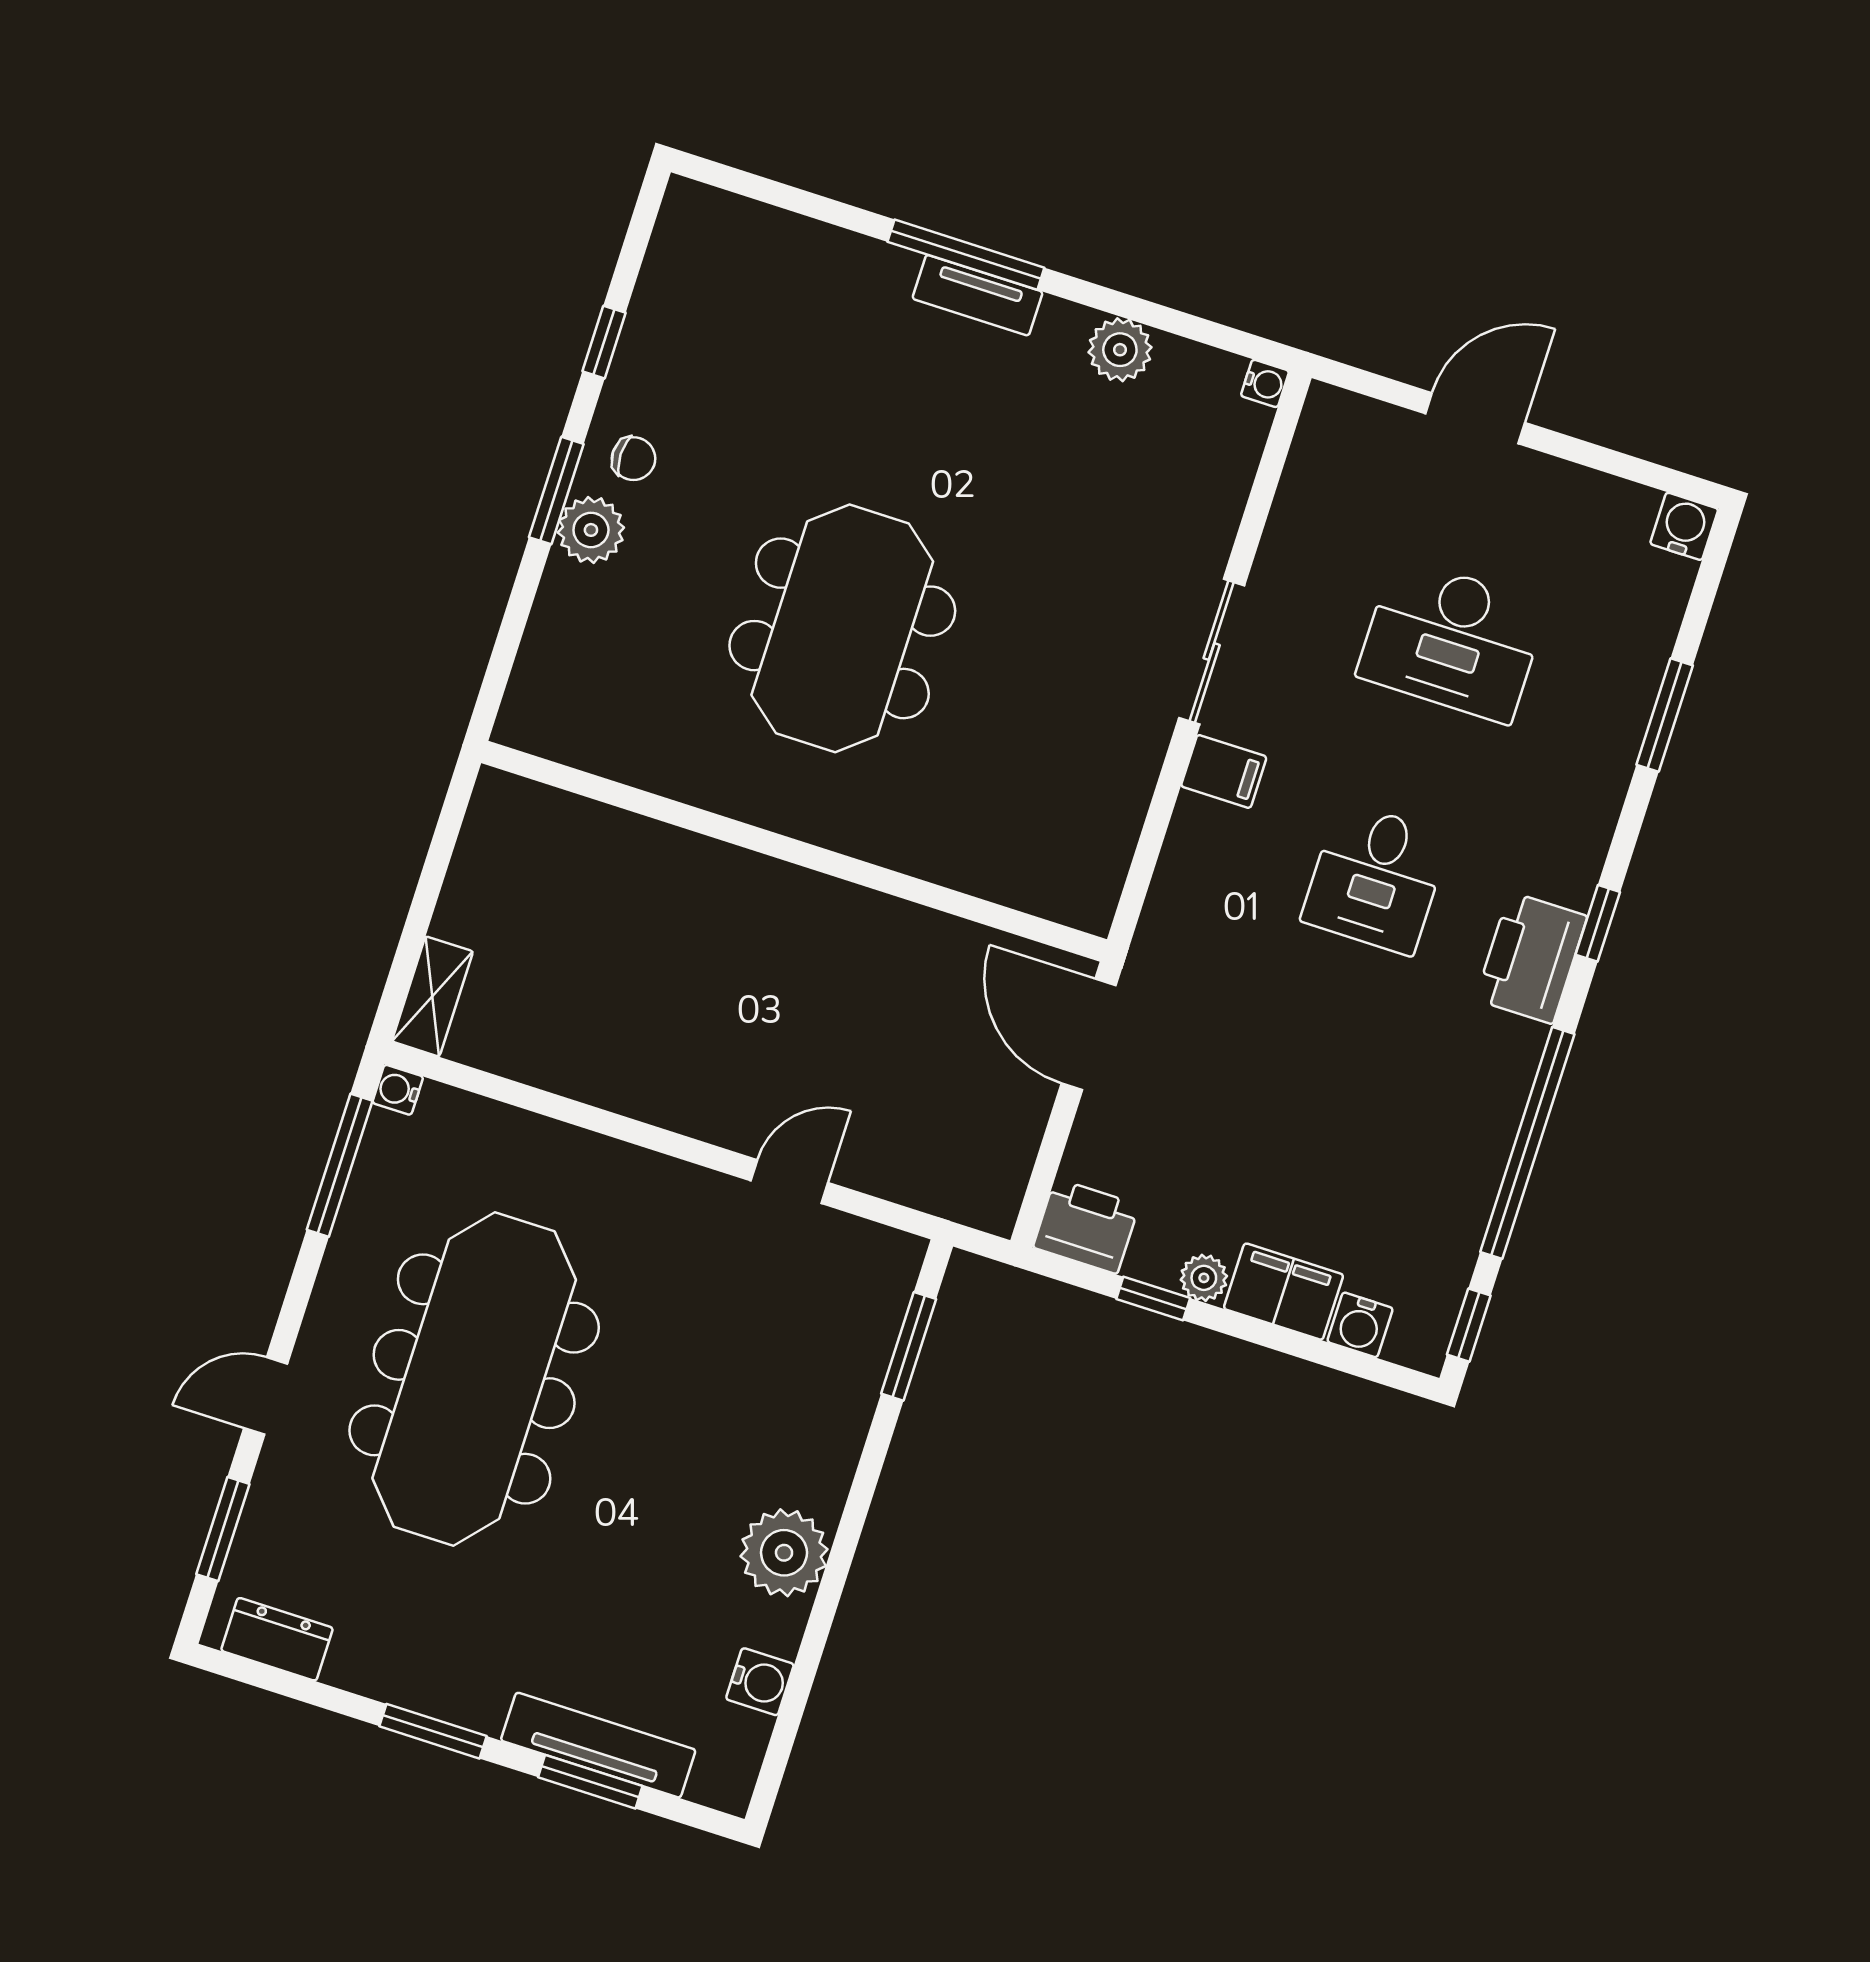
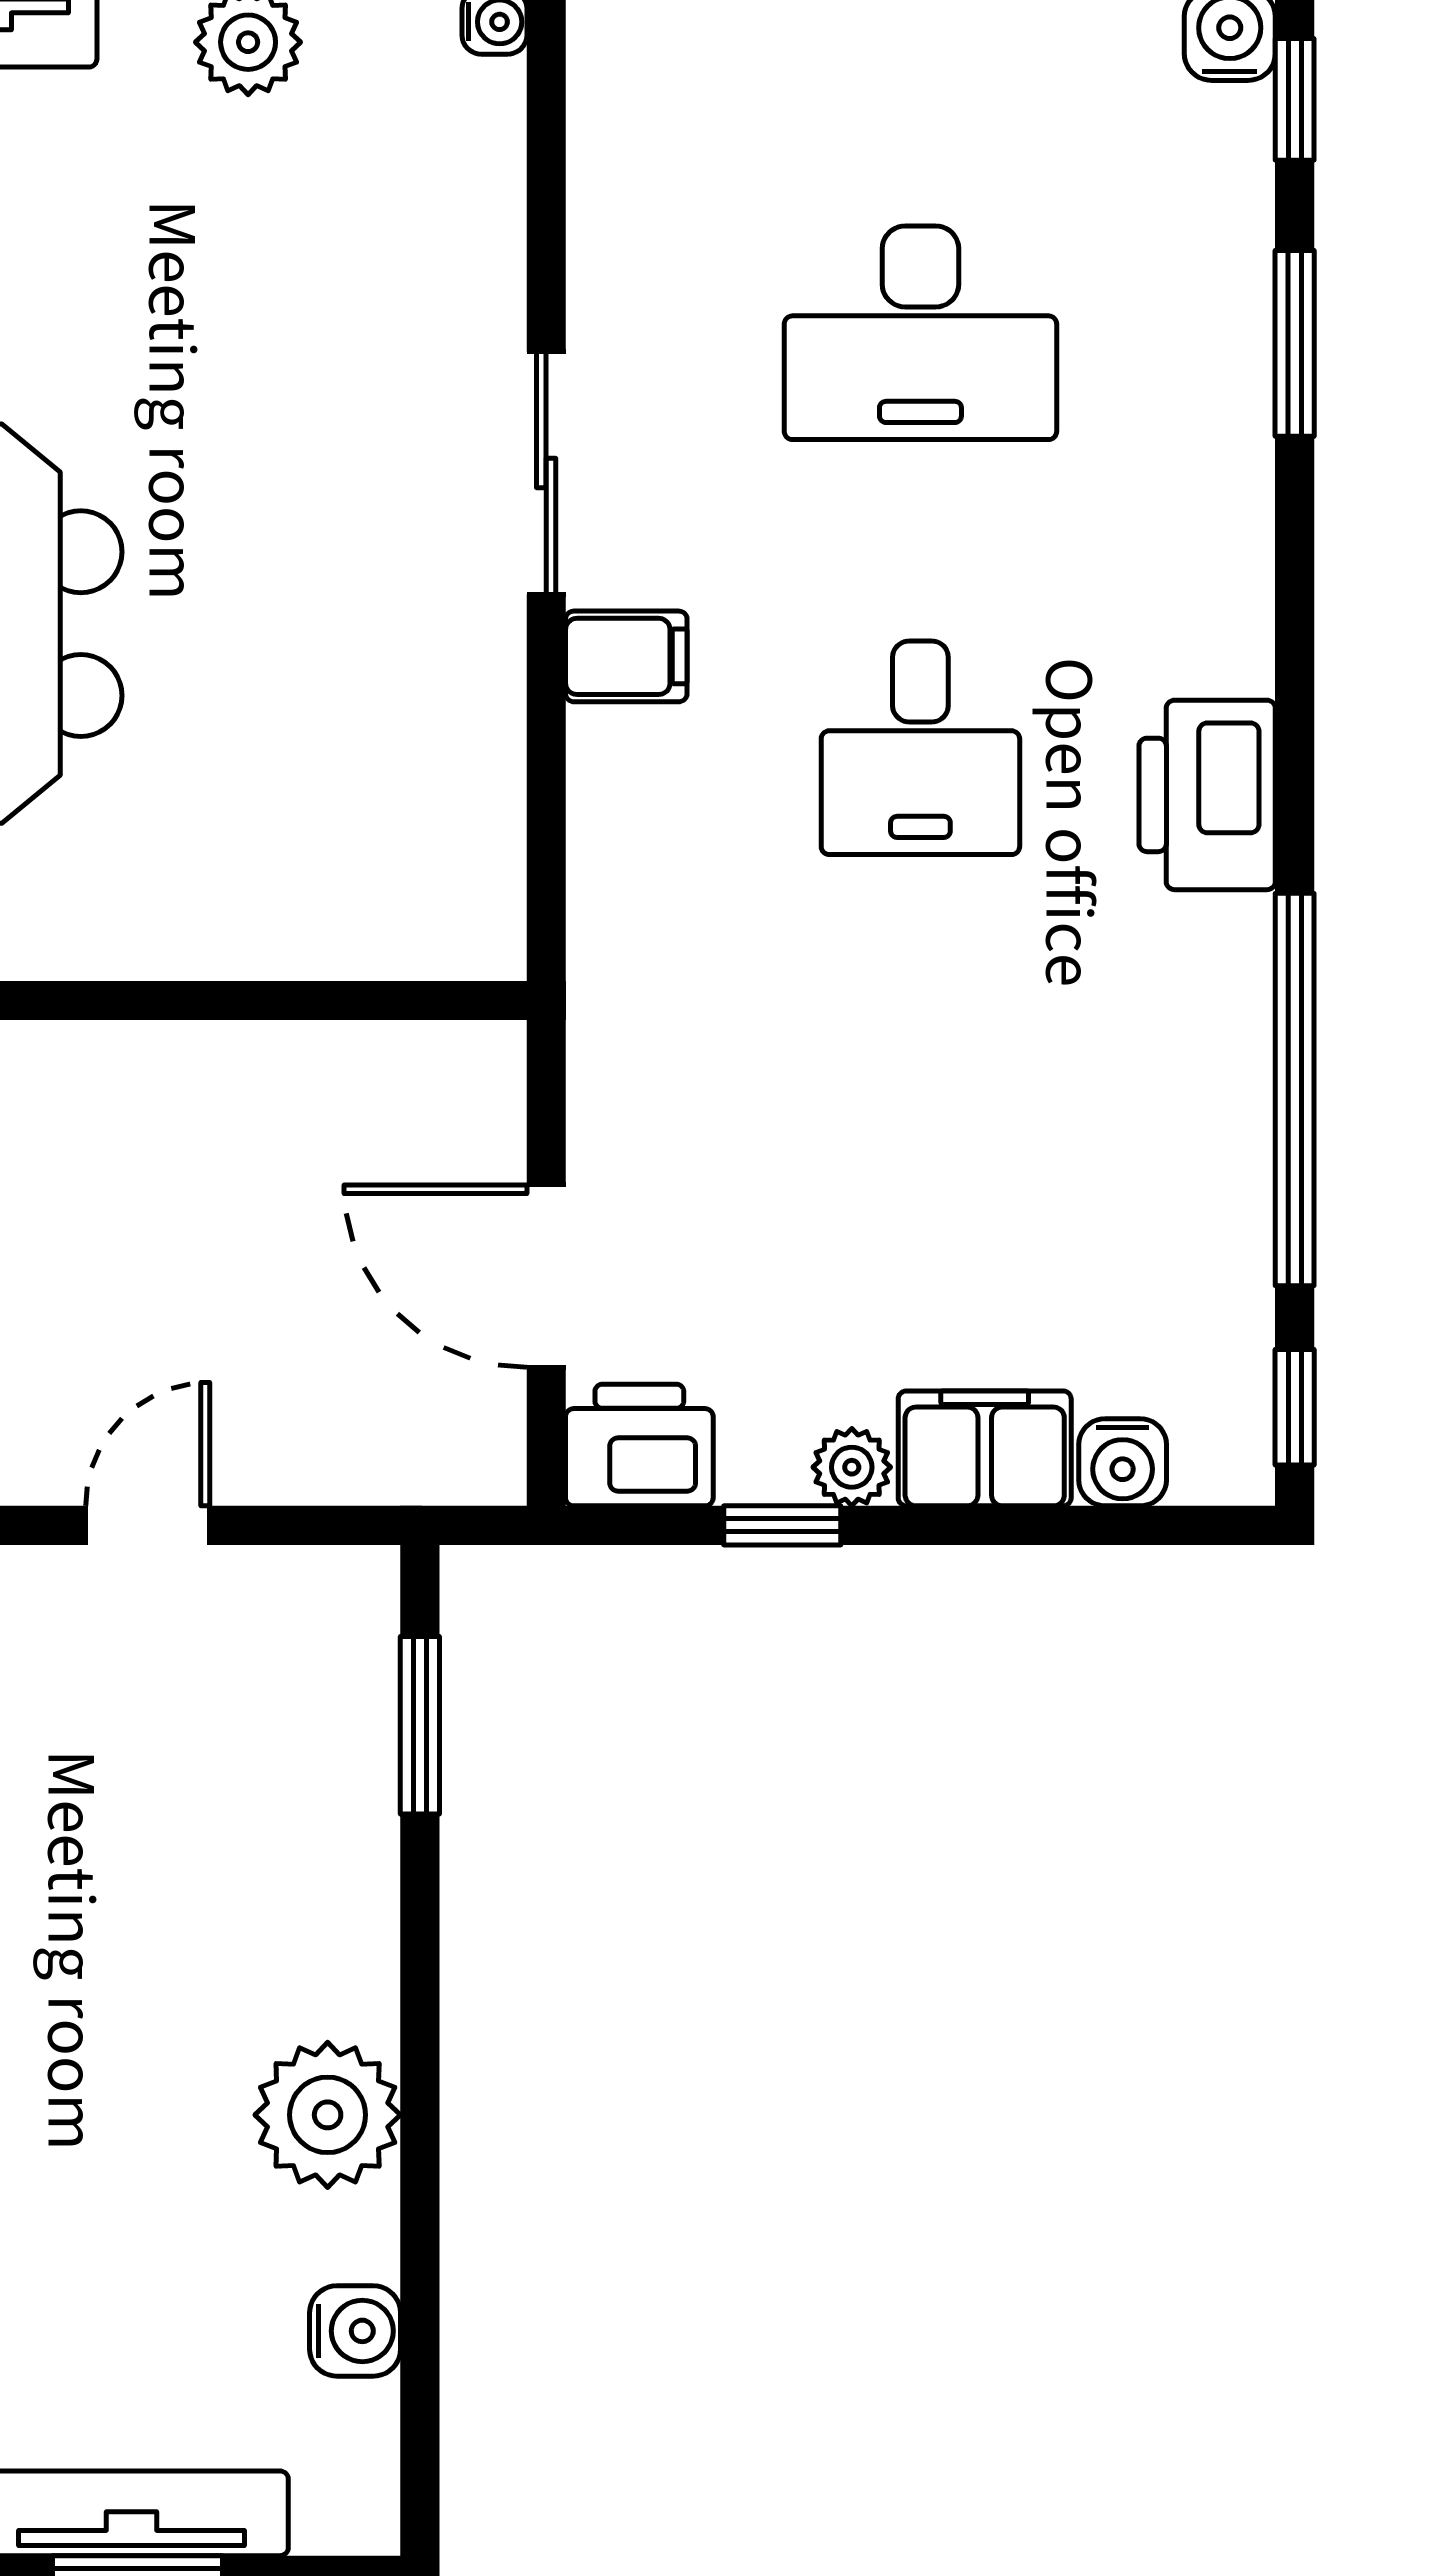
window: (1598, 923) -> (1295, 99), moved
door: (1089, 1034) -> (546, 1276), moved

